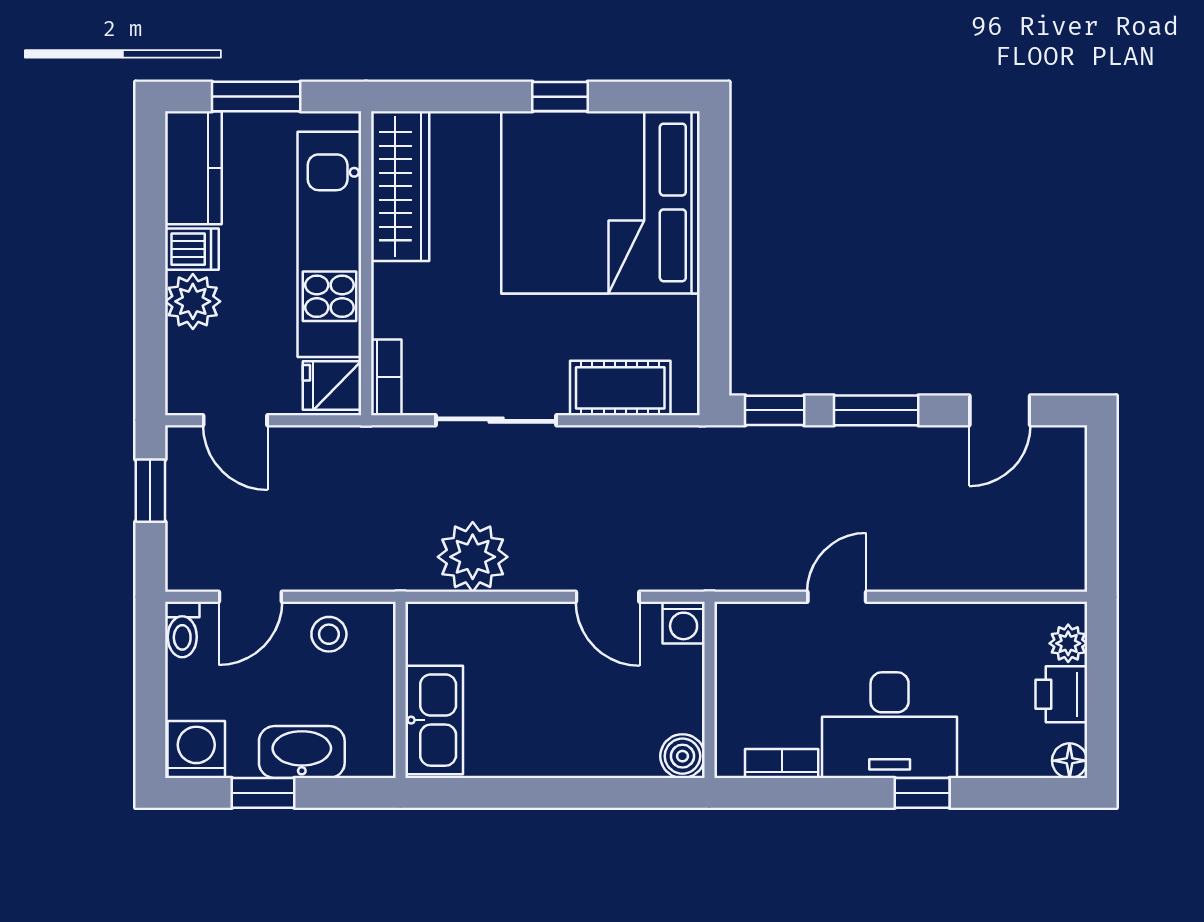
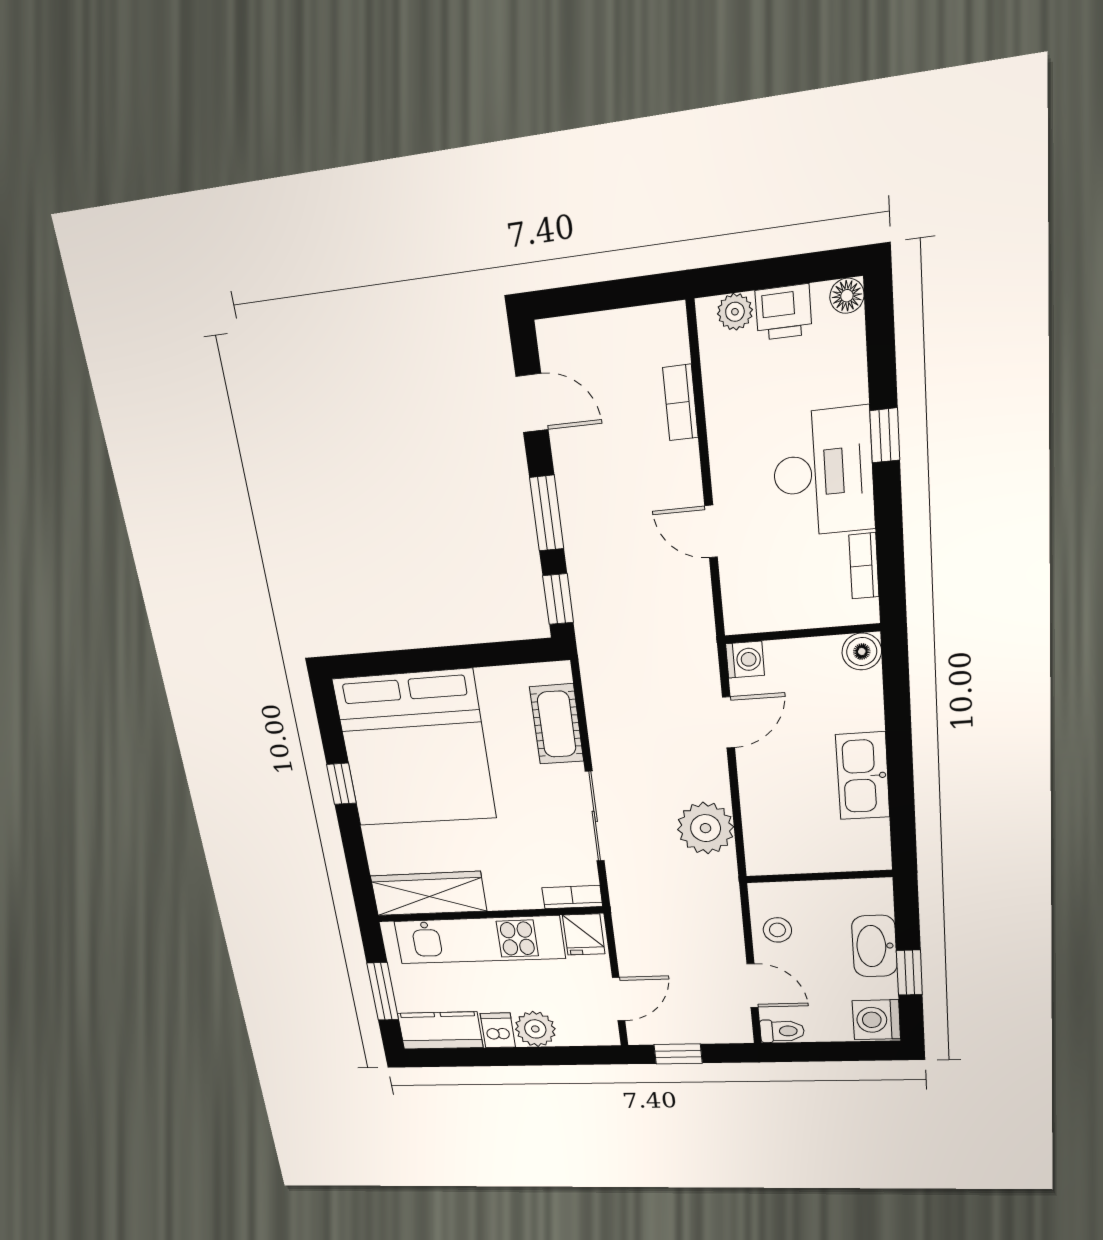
bookcase: (981, 576) -> (680, 403), added
kitchen sink: (434, 720) -> (863, 776), moved, turned -90

